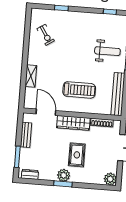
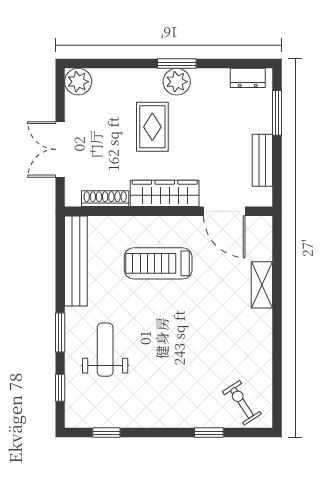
exercise bike: (46, 35) -> (242, 403), moved
weight bench: (107, 51) -> (105, 350), turned 90

